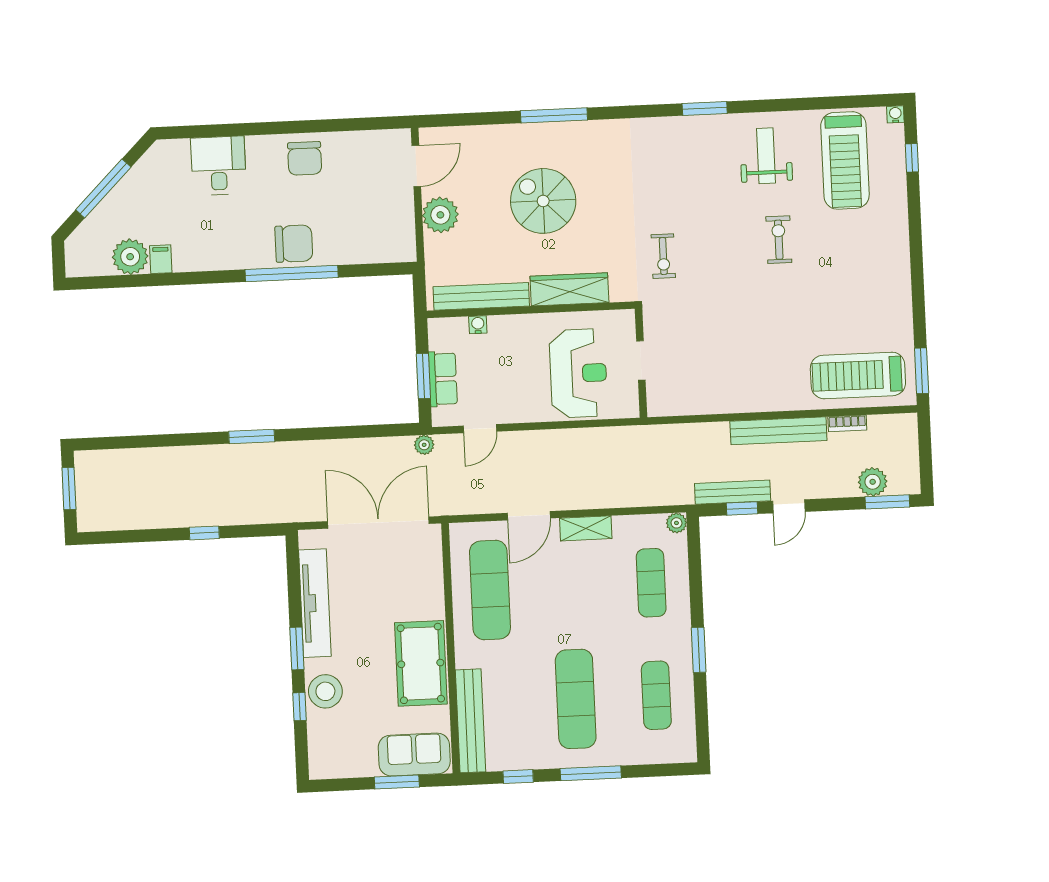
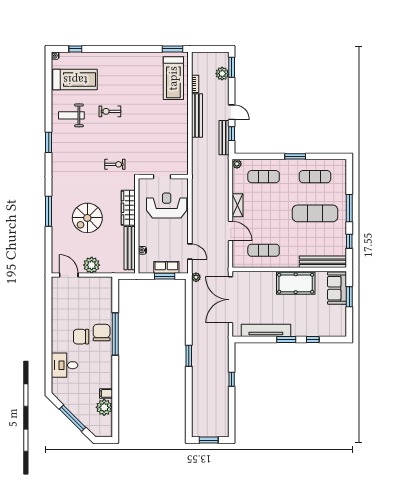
chair: (305, 158) -> (81, 337), moved, turned 180
exercise mat: (490, 590) -> (264, 250), width x0.73, depth x0.69
stool: (325, 691) -> (306, 327), removed

